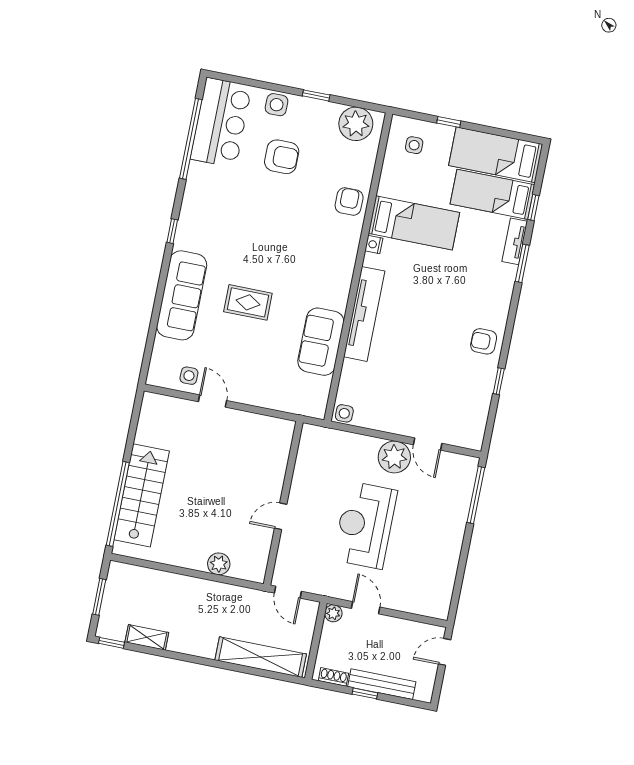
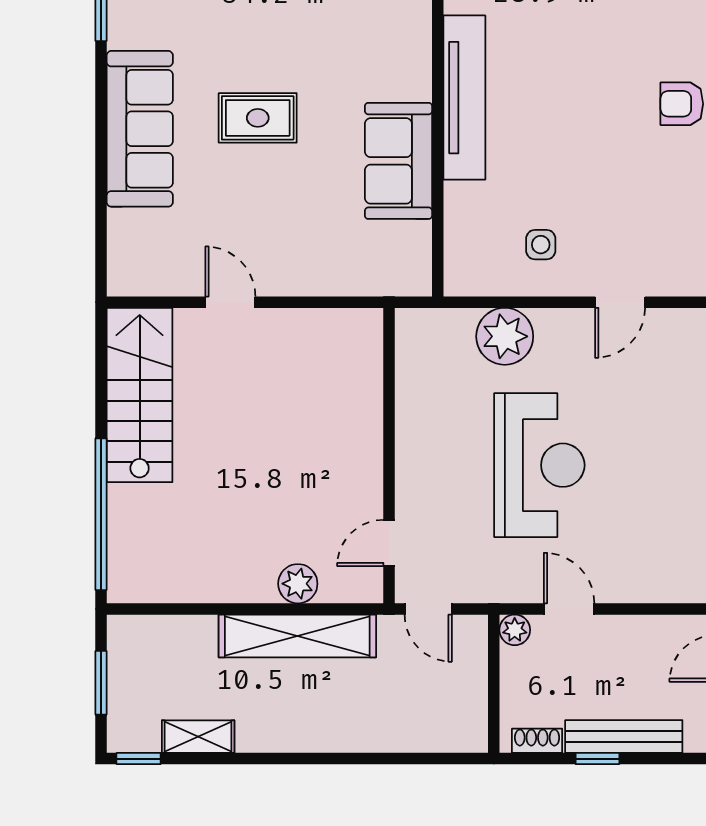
side table: (189, 376) -> (180, 266), removed
side table: (344, 413) -> (541, 245), moved
door: (428, 444) -> (620, 302), hinge flipped
plant: (394, 457) -> (505, 336), moved
stairs: (142, 495) -> (140, 395), moved
door: (281, 516) -> (389, 543), moved
reception desk: (365, 525) -> (539, 465), turned 180
shelving: (261, 657) -> (297, 636), moved

